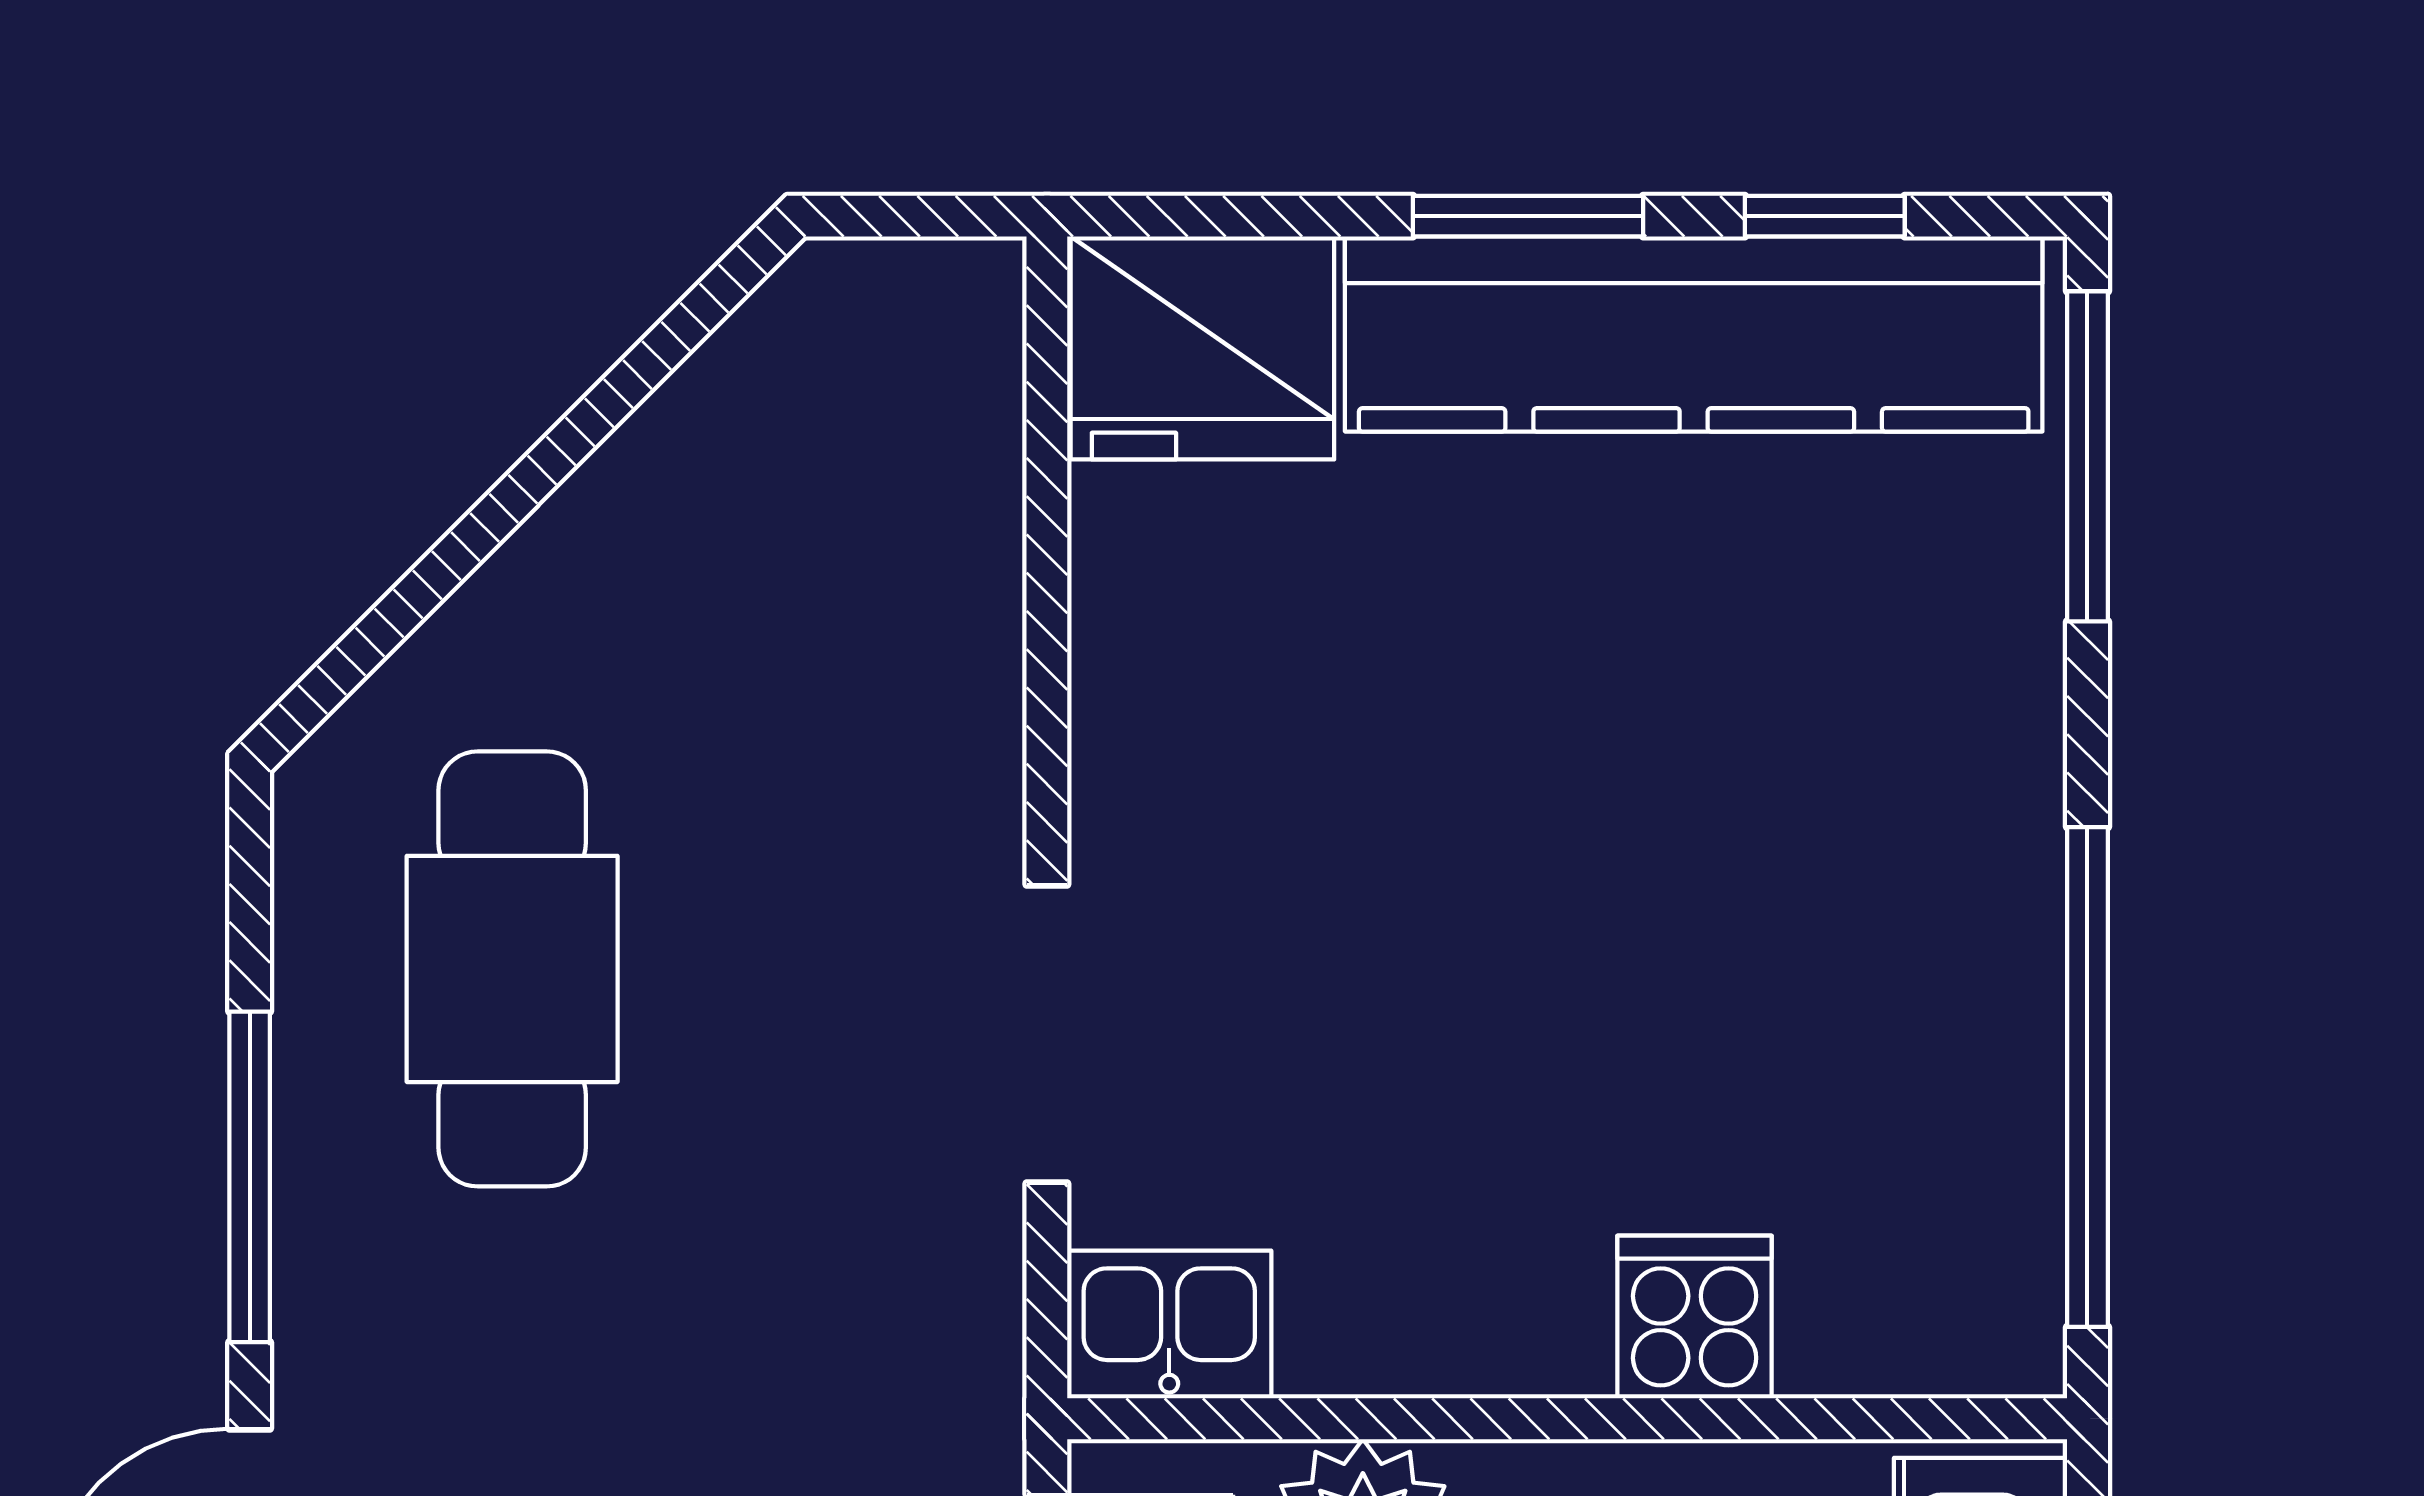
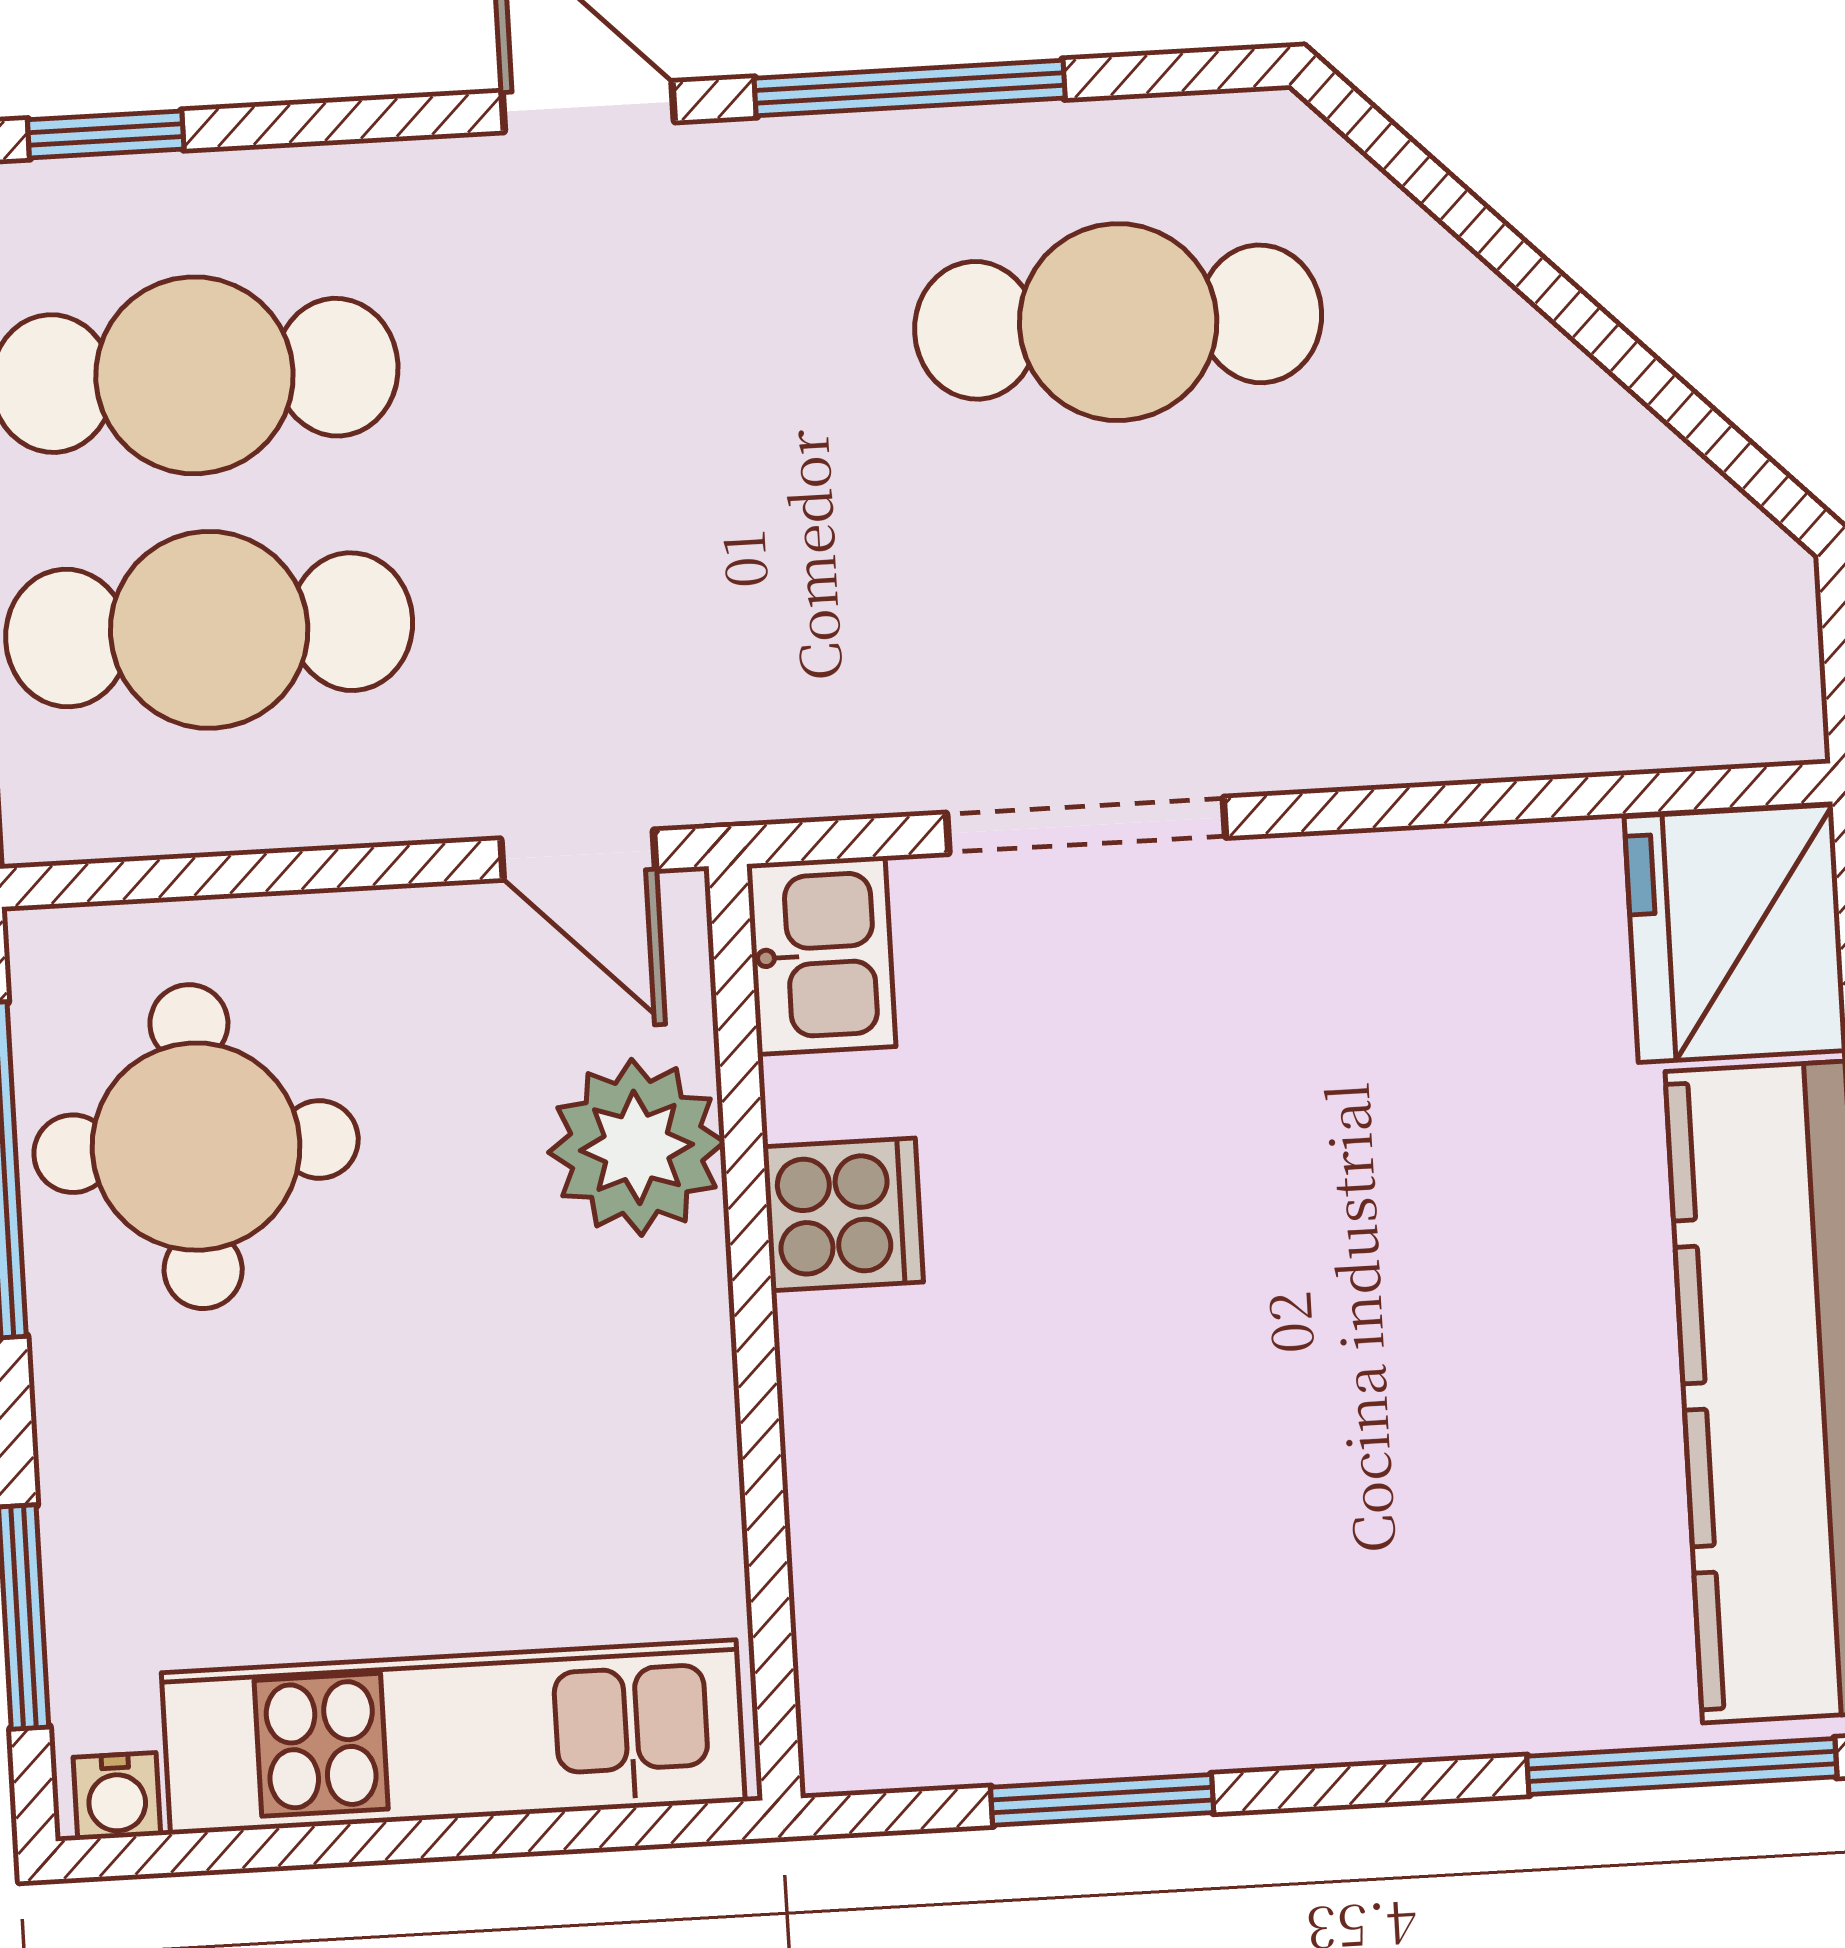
window: (2087, 1077) -> (1102, 1800), width x0.47
cooker: (1695, 1317) -> (843, 1214), moved

